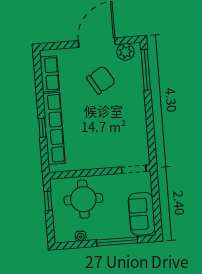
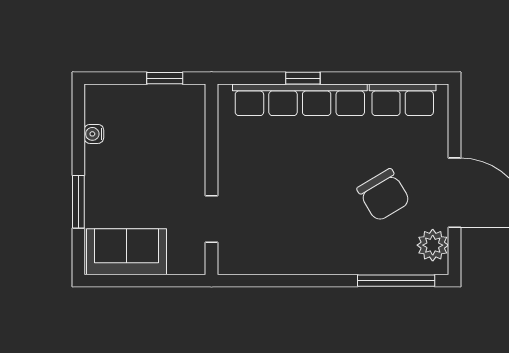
doorway: (134, 169) -> (212, 219), moved
round table: (83, 199) -> (163, 145), removed
window: (117, 241) -> (78, 202), width x0.69

